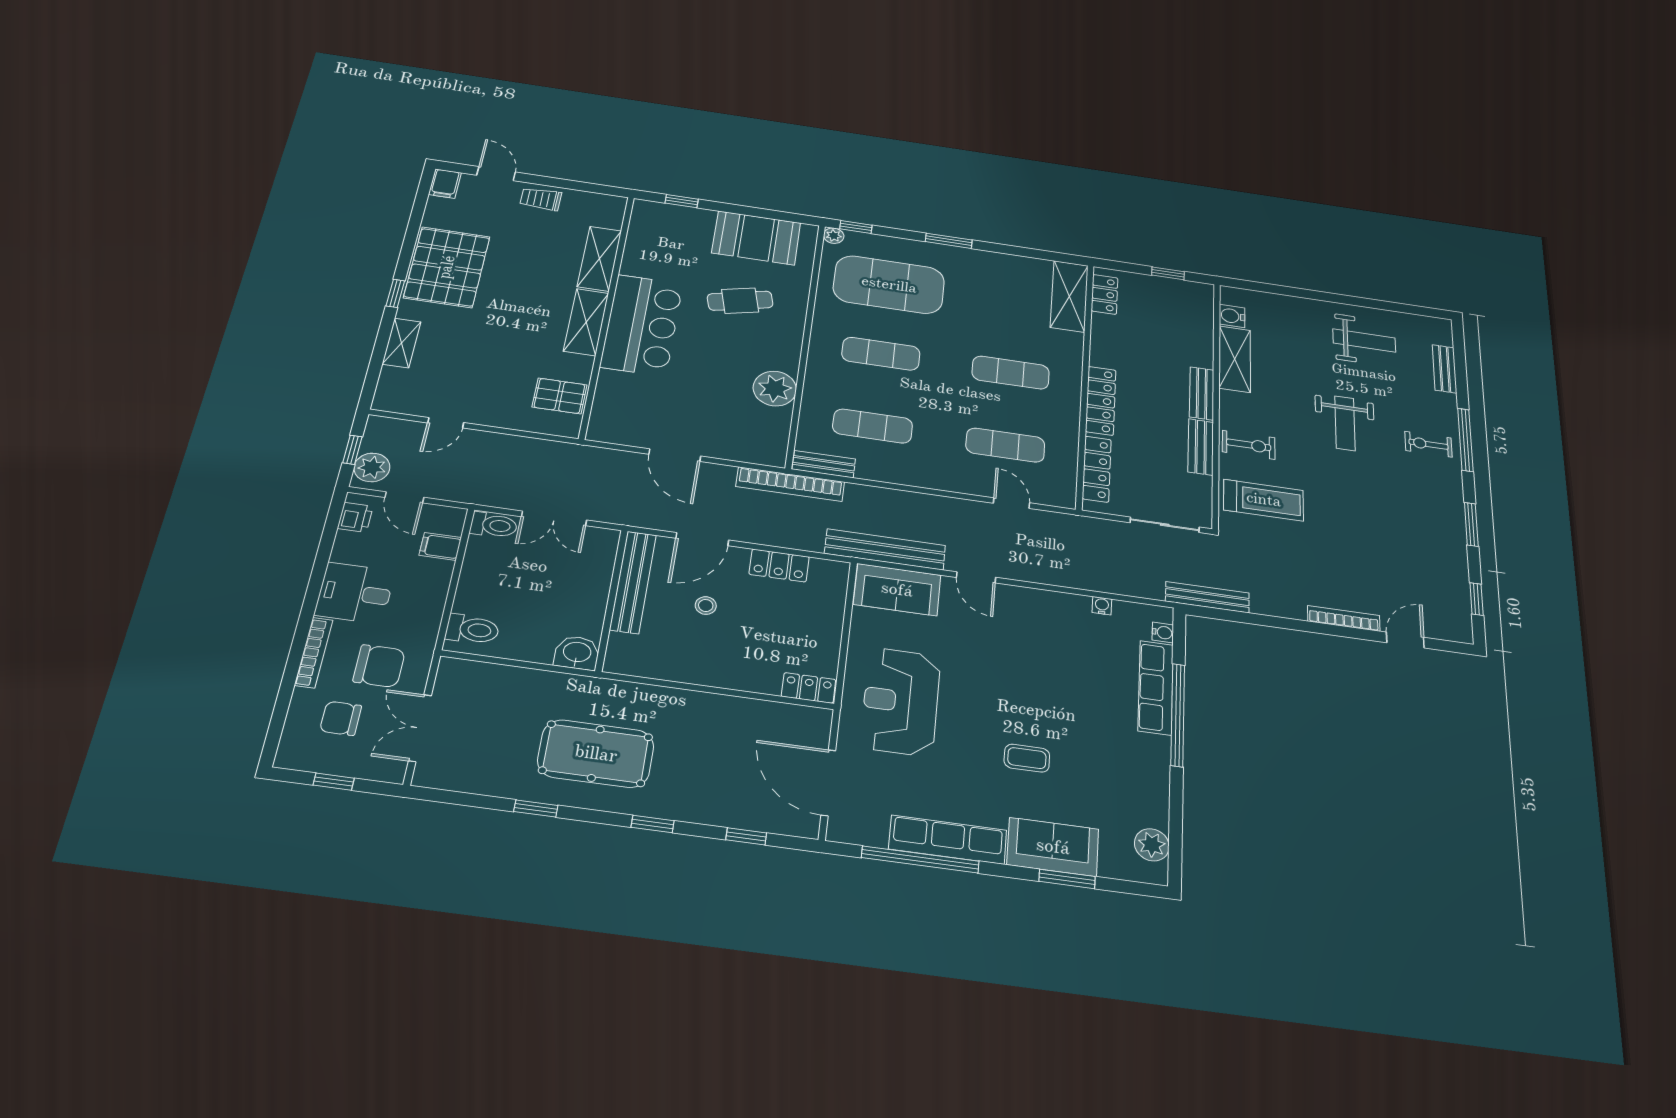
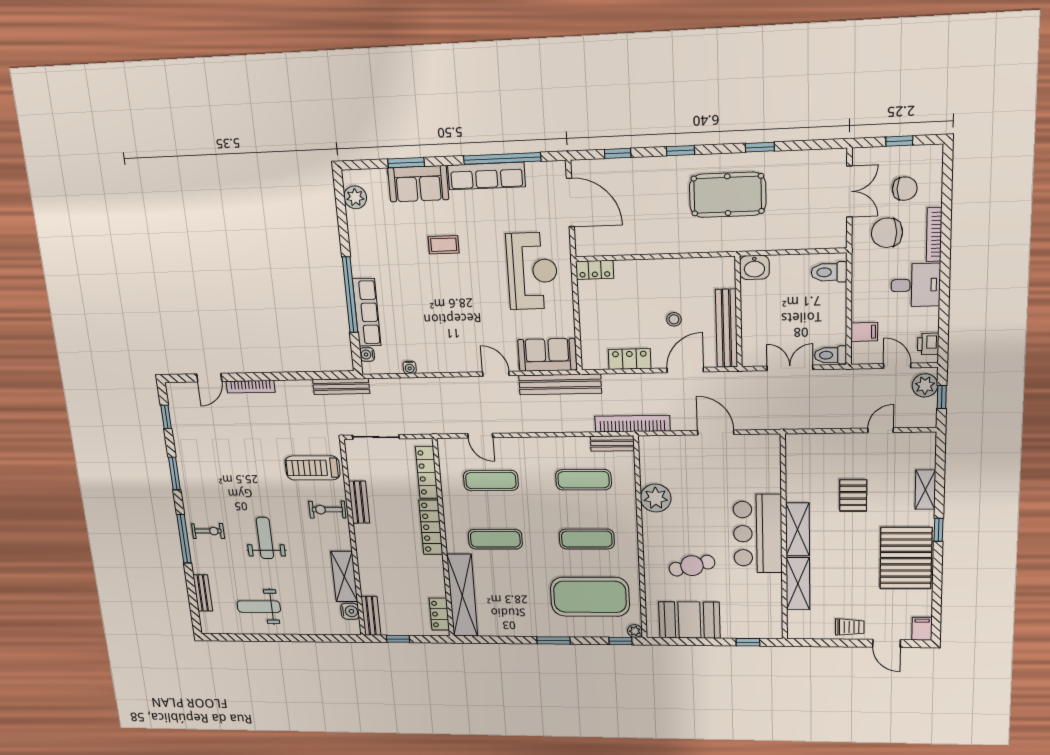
shelving: (1069, 296) -> (462, 595), width x1.47
bench: (1202, 393) -> (371, 616), moved
pallet: (560, 396) -> (853, 495), moved, turned 90

